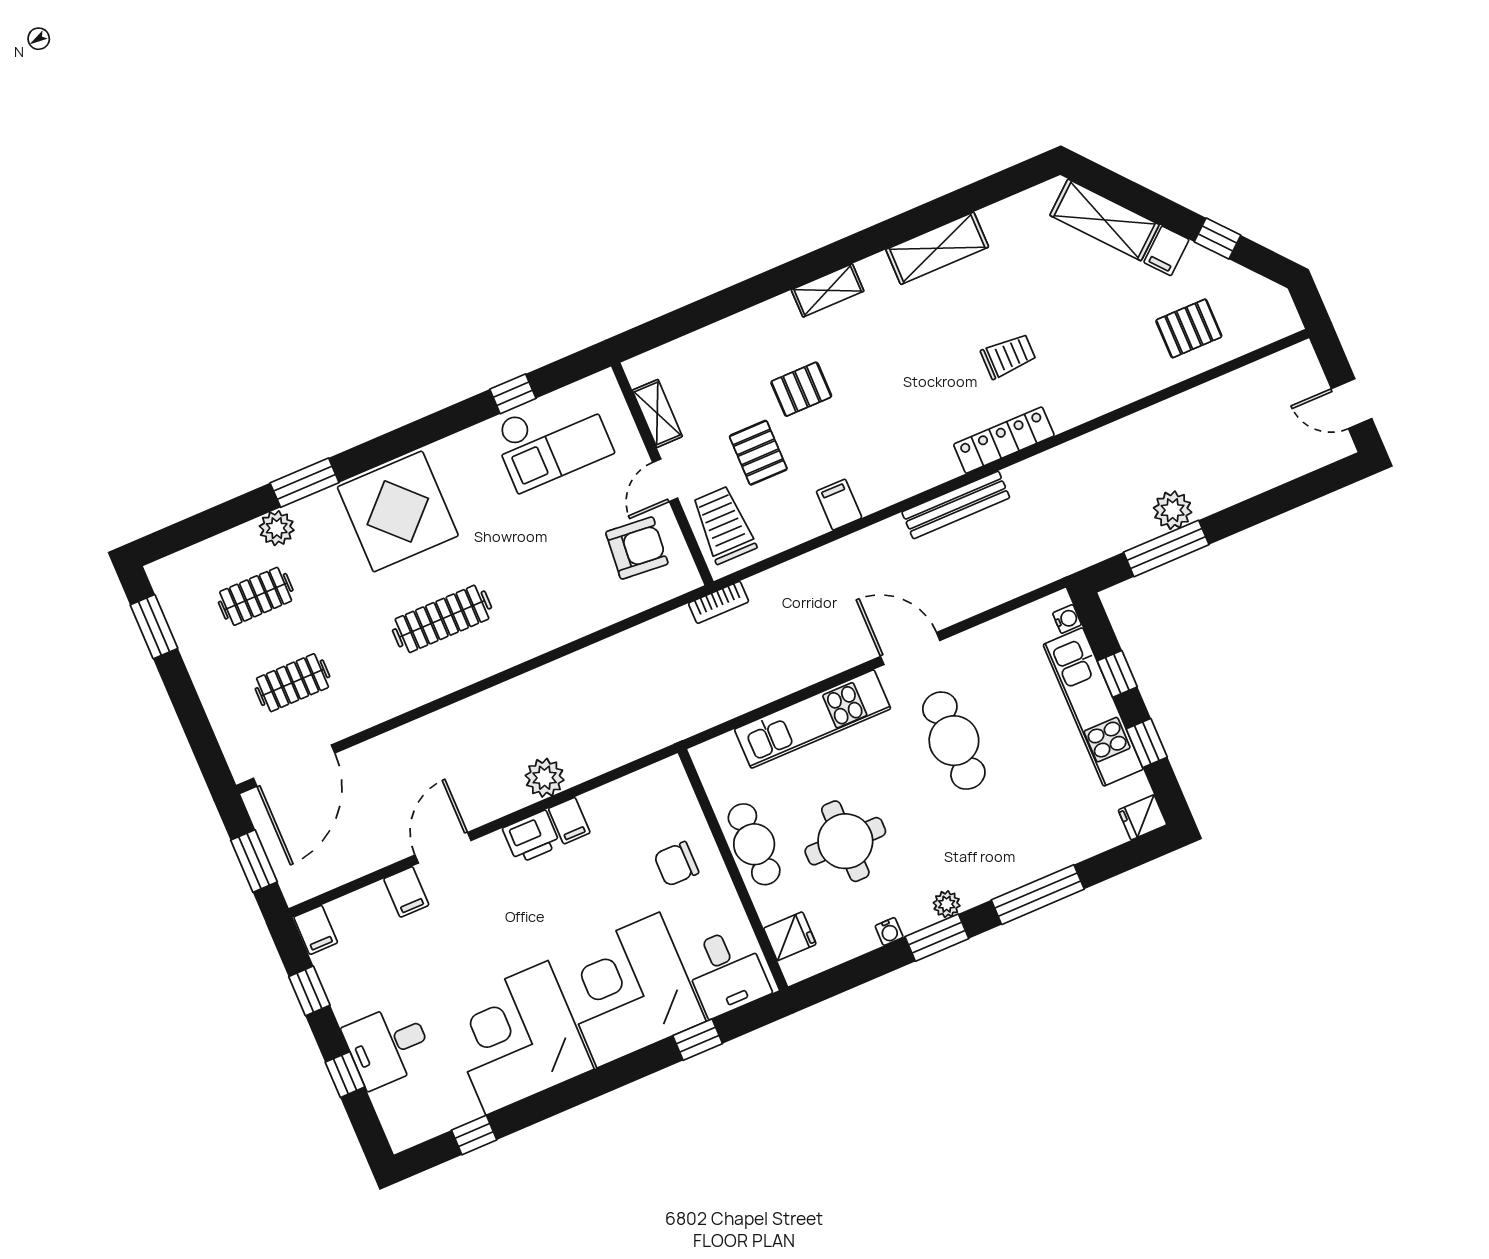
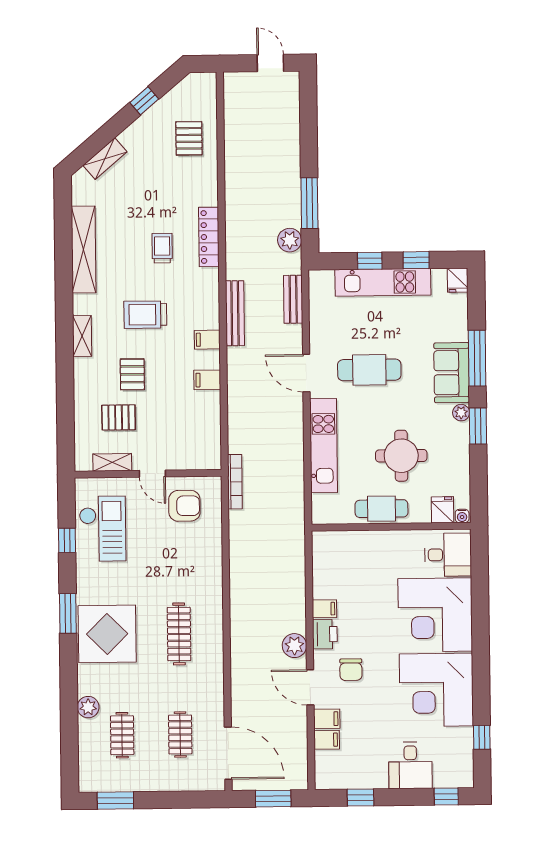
shelving: (1104, 220) -> (105, 159), width x0.67, depth x0.75
shelving: (937, 248) -> (84, 250), width x1.47
filing cabinet: (1166, 251) -> (207, 340), moved, turned 130
door: (1352, 404) -> (270, 63), swing flipped
locker: (1004, 440) -> (209, 237), moved
pallet: (758, 453) -> (119, 417), moved
window: (305, 483) -> (68, 613), moved
plant: (1173, 510) -> (290, 240), moved
trolley: (724, 525) -> (145, 315), moved
armchair: (637, 548) -> (184, 506), turned 85
bench: (1013, 583) -> (293, 299), added
bookcase: (719, 602) -> (235, 482), width x1.56
water cooler: (1067, 619) -> (326, 276), removed
door: (910, 649) -> (306, 373), hinge flipped
plant: (545, 778) -> (294, 646), moved
chair: (676, 864) -> (351, 670), moved
sofa: (1000, 865) -> (452, 373), added
filing cabinet: (316, 930) -> (327, 740), moved
water cooler: (889, 932) -> (462, 516), moved, turned 90
window: (698, 1040) -> (480, 587), removed
window: (345, 1075) -> (446, 796), moved

